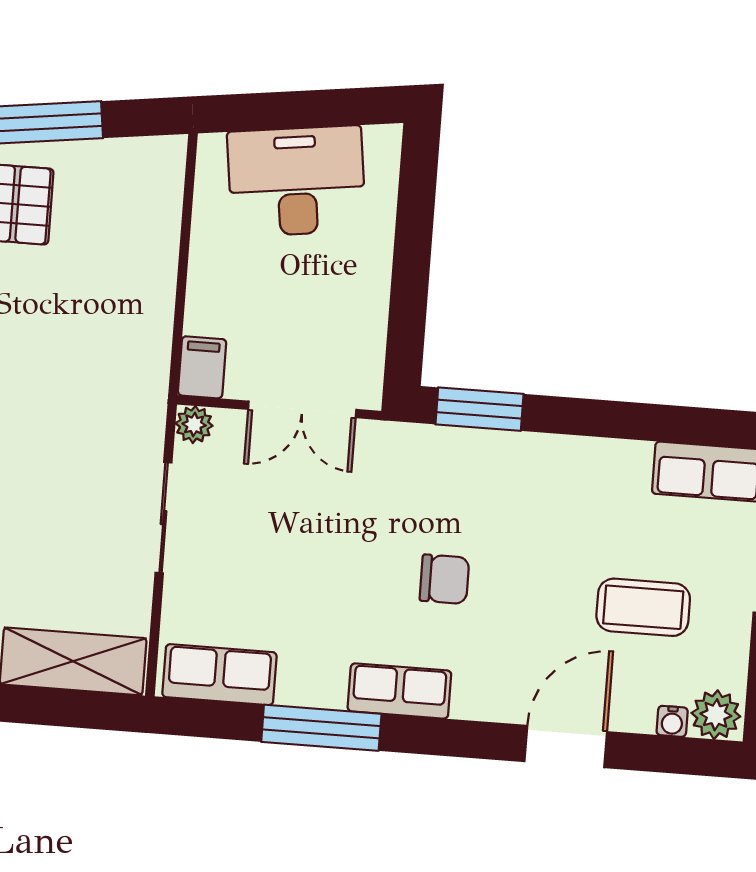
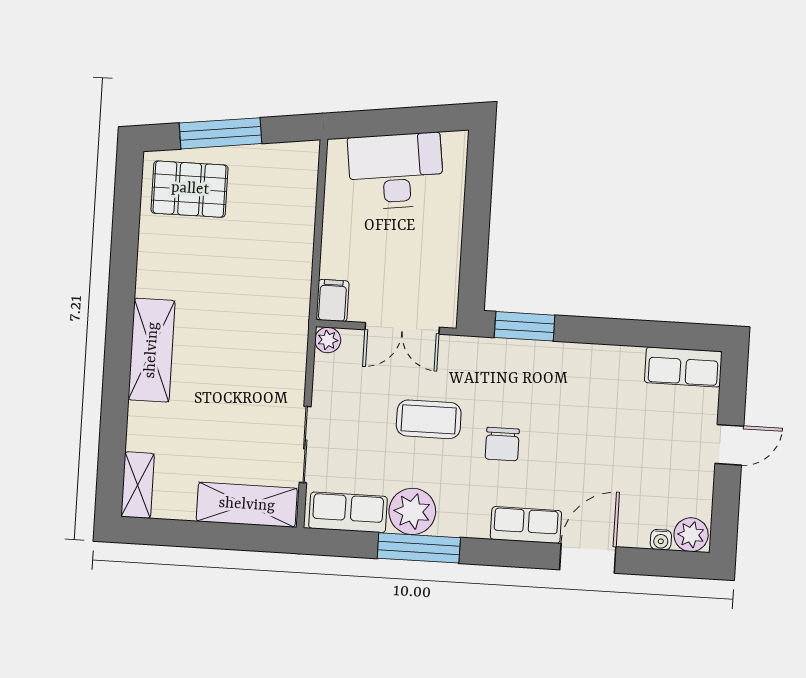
sliding door: (164, 518) -> (305, 445), moved
chair: (444, 579) -> (502, 444), turned 90
coffee table: (643, 607) -> (429, 419), moved
plant: (313, 675) -> (412, 511), added
row of seats: (399, 691) -> (526, 525), moved

